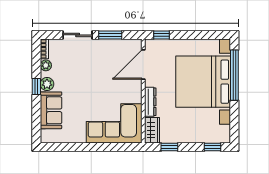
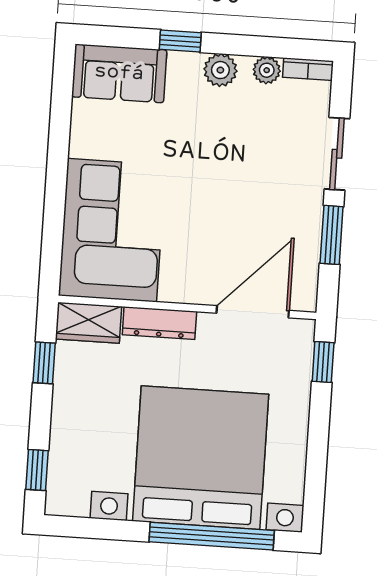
door: (143, 65) -> (253, 312), hinge flipped
window: (36, 87) -> (180, 41), moved
sofa: (51, 110) -> (119, 73), moved

